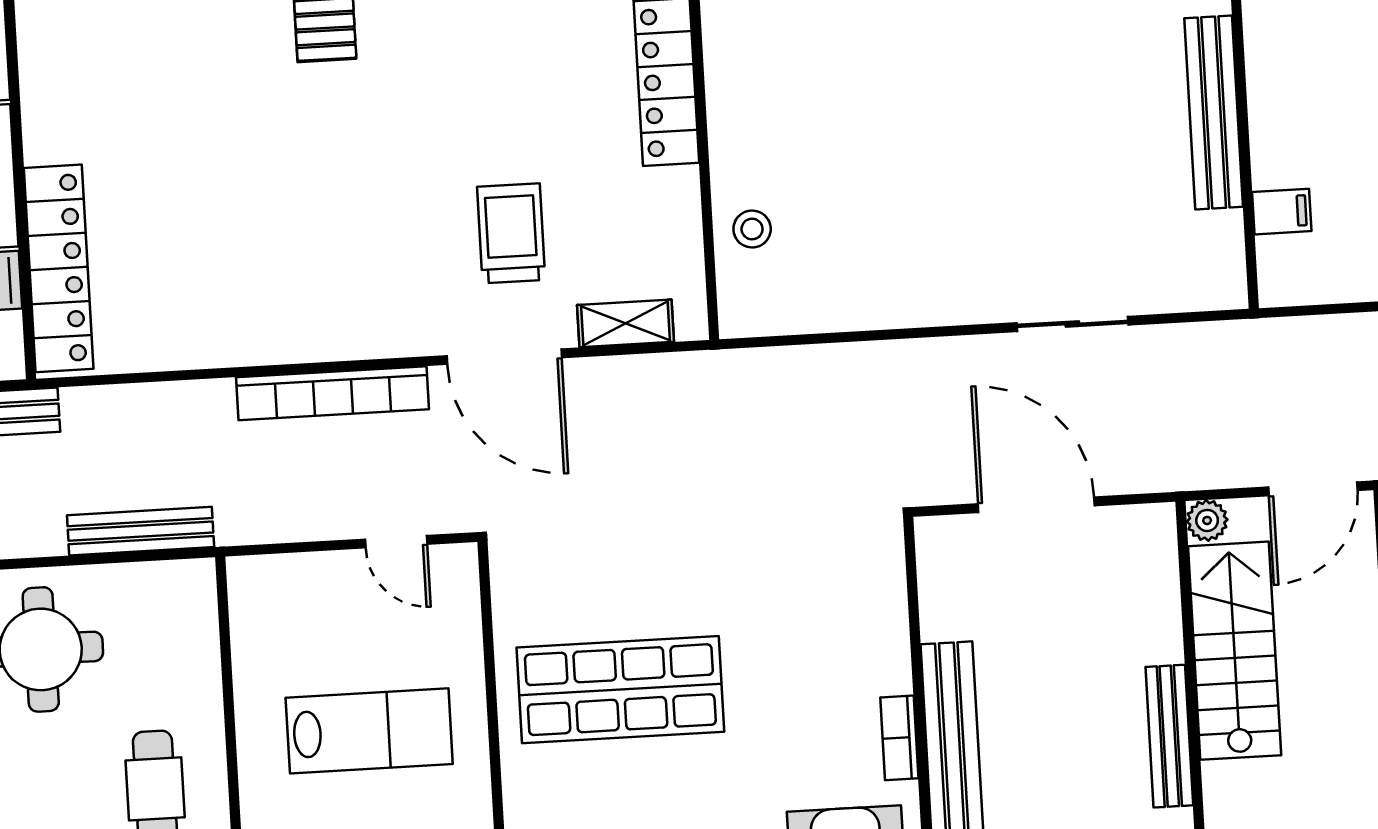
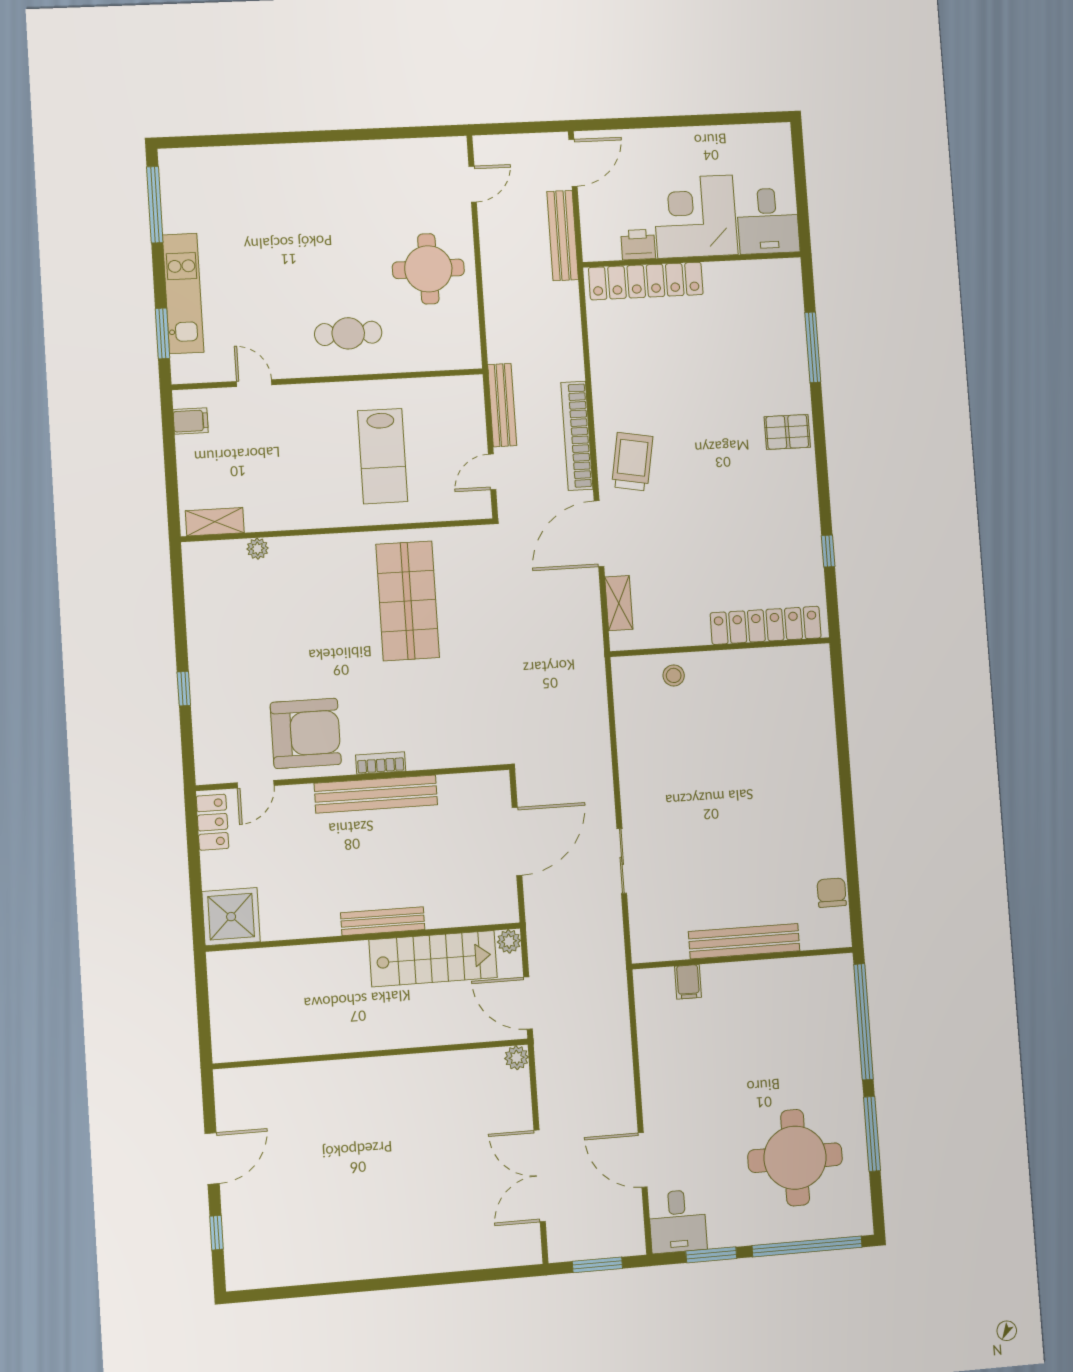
trolley: (511, 233) -> (632, 462), moved, turned -80
bench: (141, 531) -> (502, 405), moved

